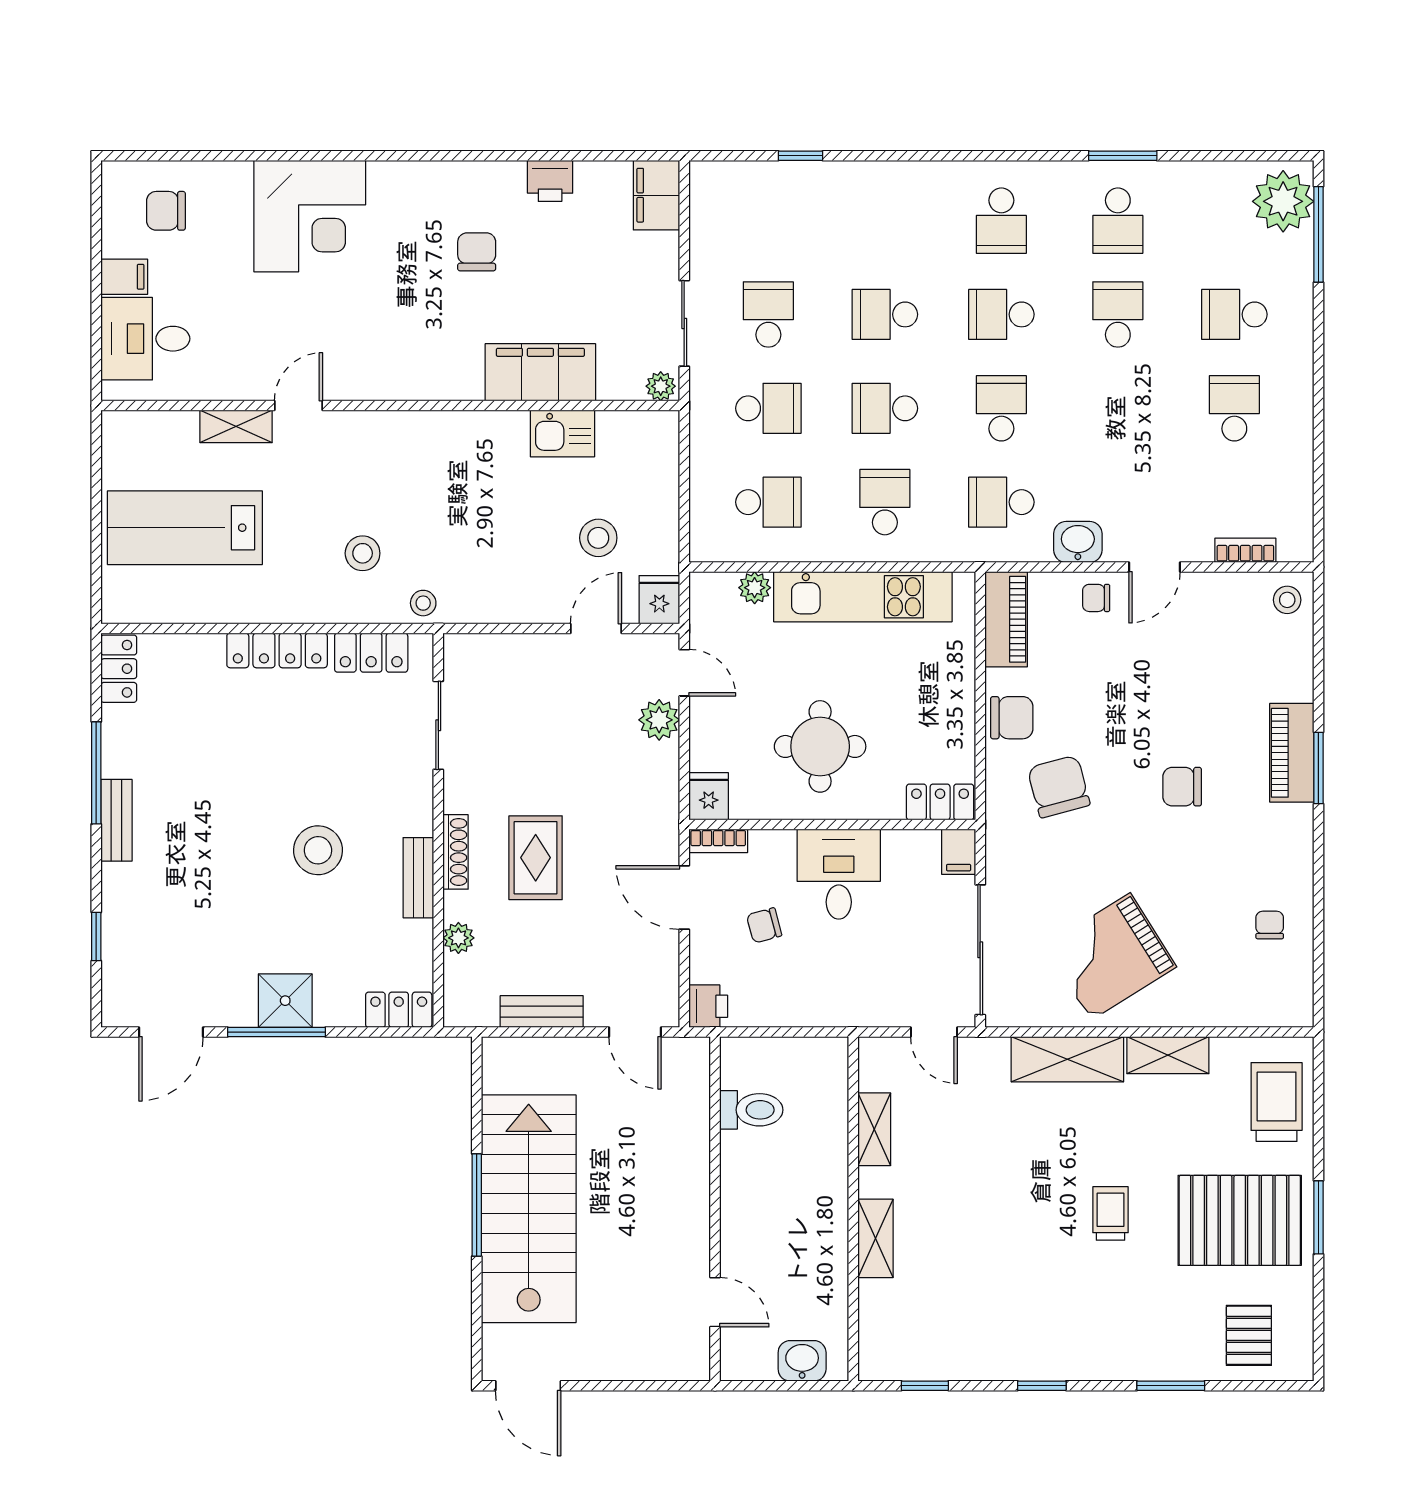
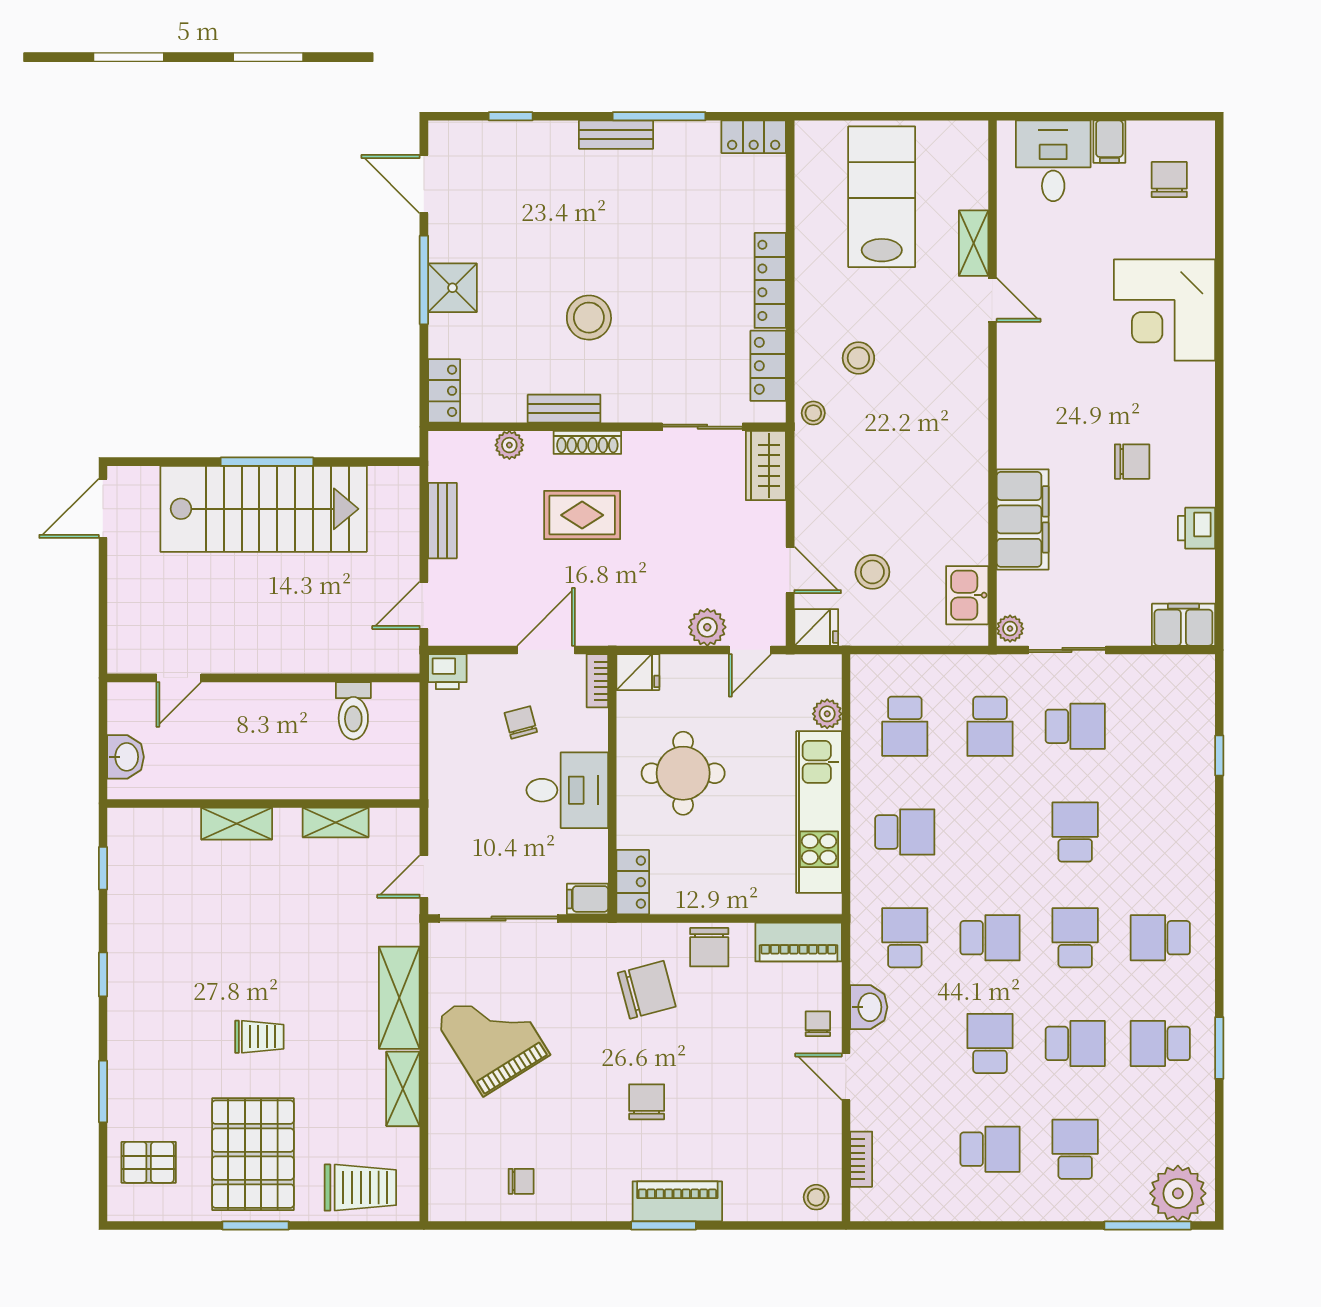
school desk: (885, 408) -> (990, 1043), moved
kitchen sink: (562, 433) -> (967, 595), moved
wardrobe: (481, 655) -> (766, 466), added

